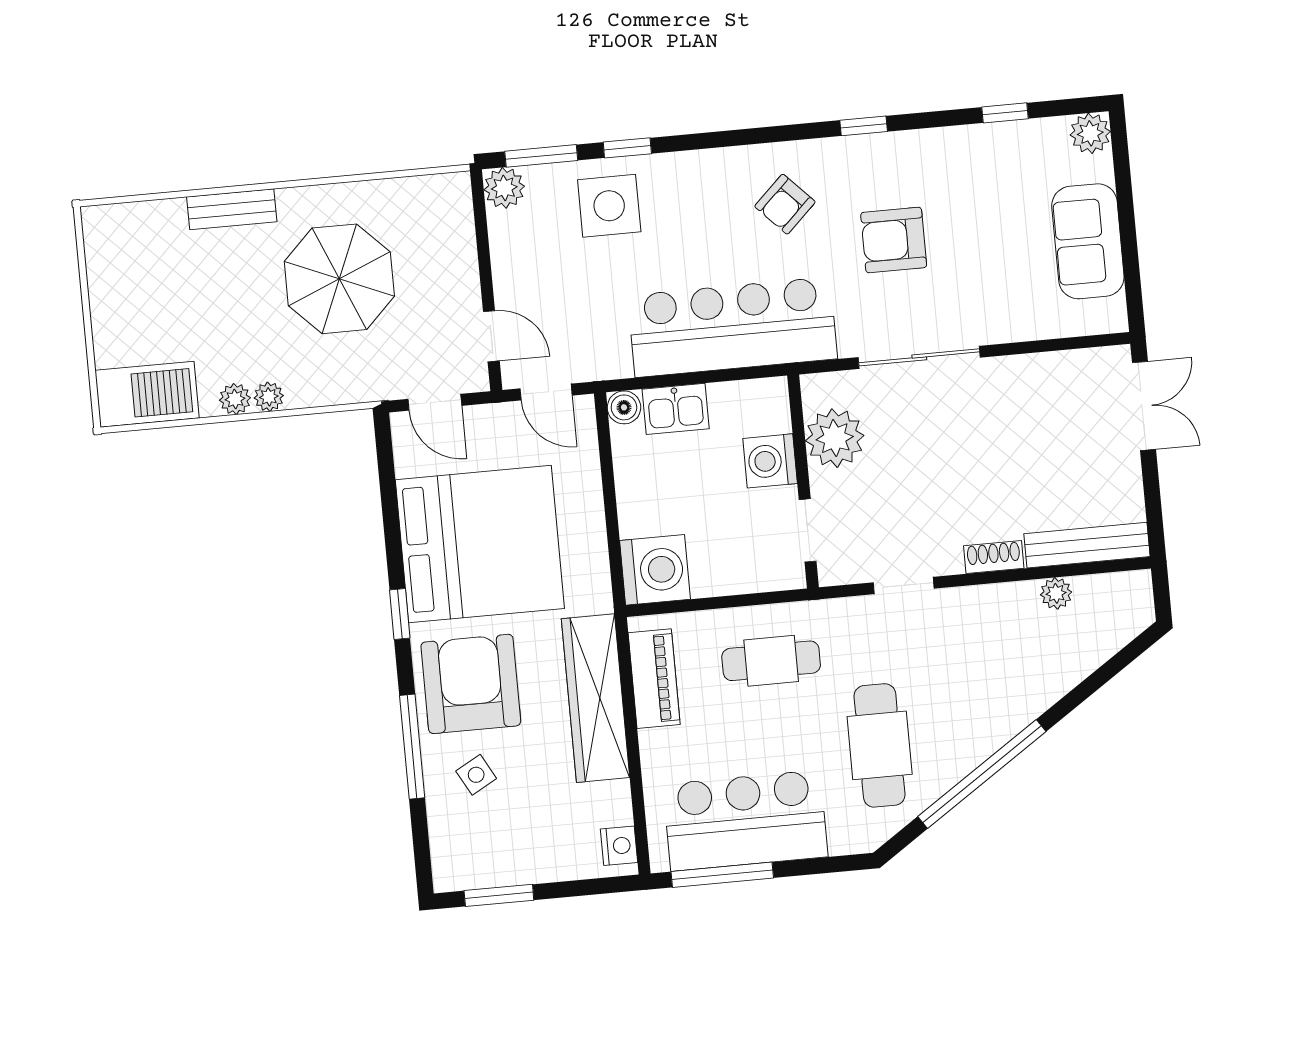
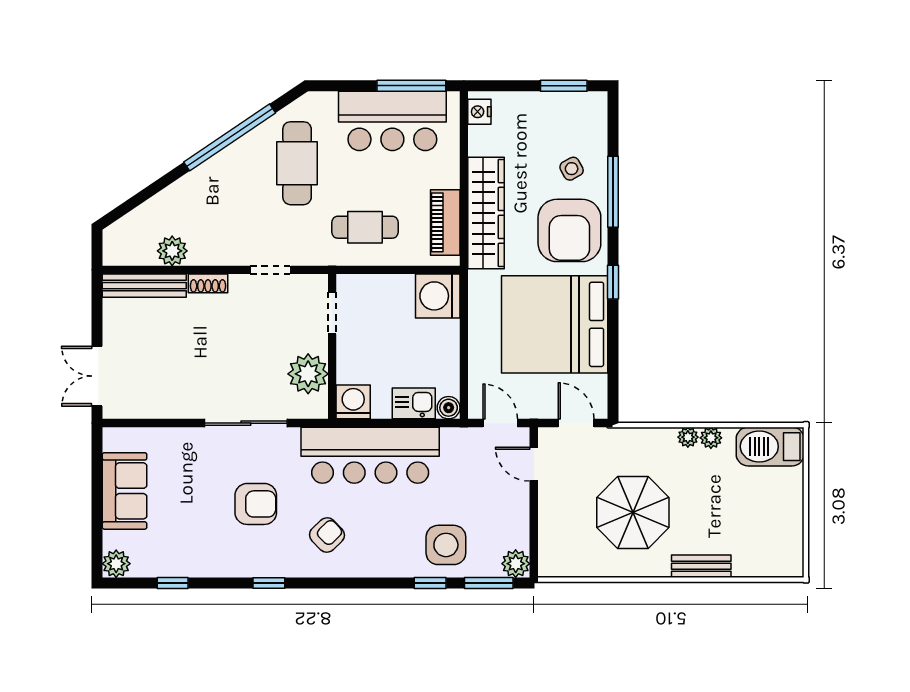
washing machine: (770, 461) -> (353, 402), moved, turned -90
plant: (1056, 593) -> (172, 251), width x1.38, depth x1.38

